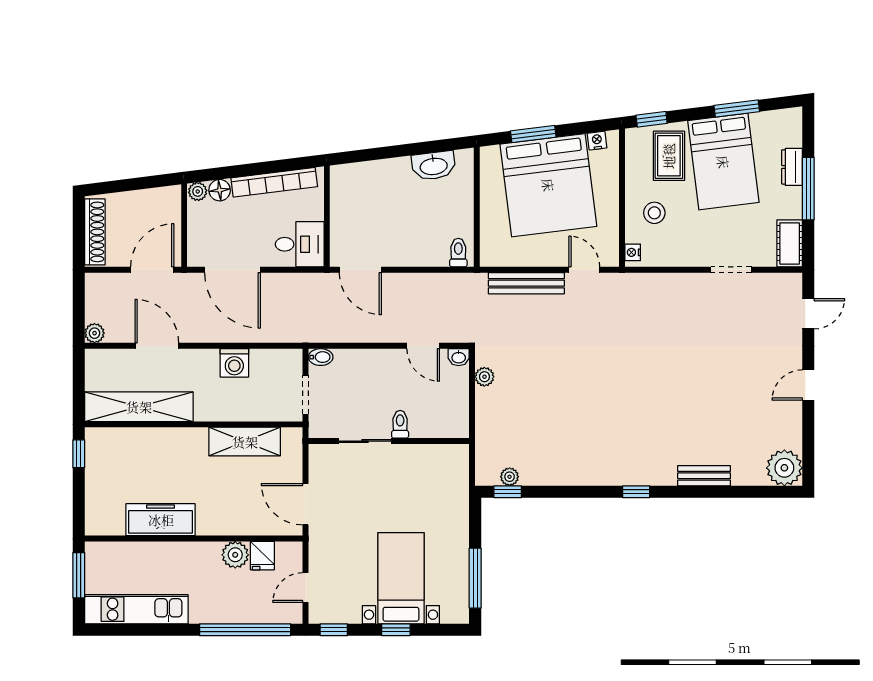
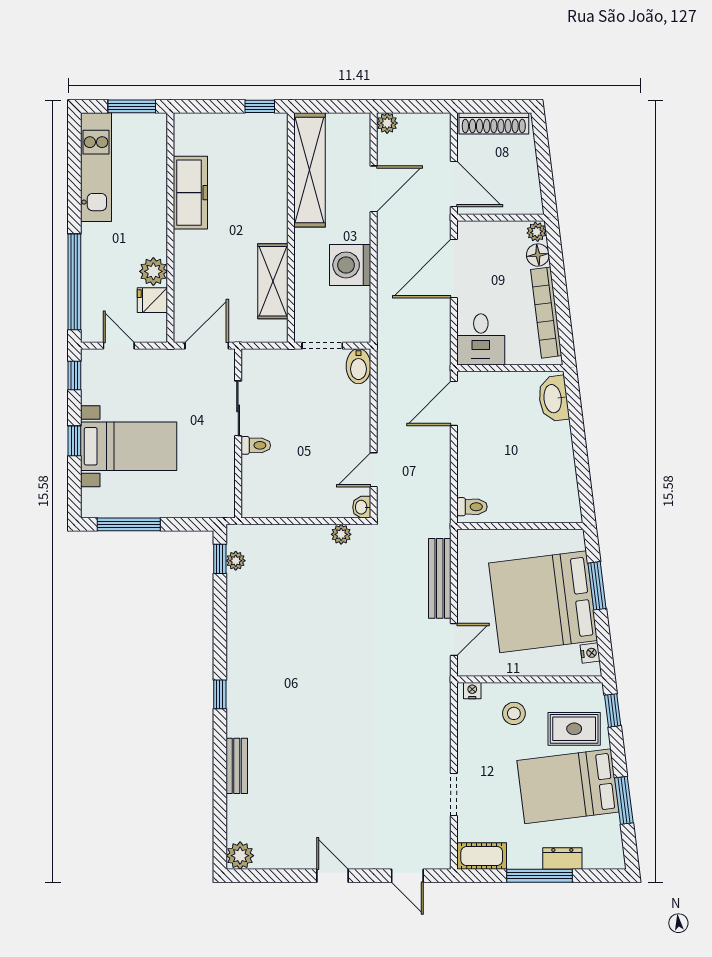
washbasin: (434, 166) -> (553, 399), moved
bidet: (321, 357) -> (358, 366), width x1.38, depth x1.36
washing machine: (234, 363) -> (350, 265), width x1.37, depth x1.37
toilet: (400, 424) -> (256, 445), moved
sliding door: (365, 441) -> (238, 408), moved
wall: (389, 441) -> (238, 433), moved
plant: (784, 468) -> (240, 856), width x0.73, depth x0.73

